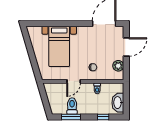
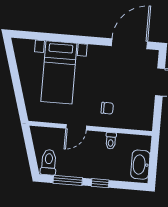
plant: (118, 66) -> (146, 109), removed
toilet: (72, 106) -> (49, 162), moved
window: (103, 117) -> (100, 183), moved

